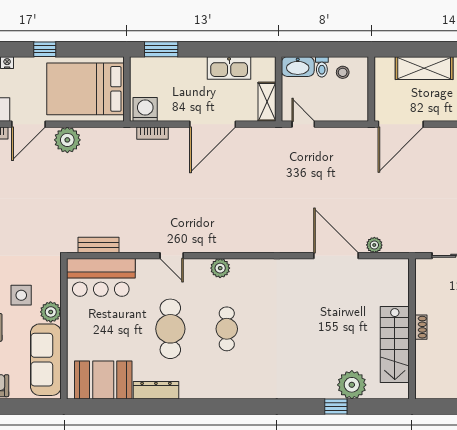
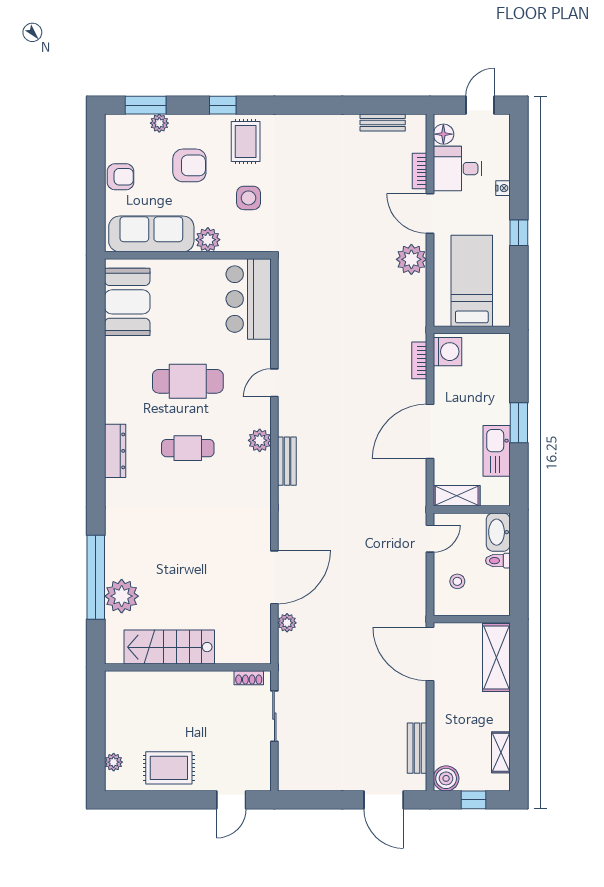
window: (161, 49) -> (519, 423), moved
shelving: (424, 68) -> (496, 657), moved
stool: (343, 72) -> (457, 581), moved
bed: (85, 89) -> (472, 281), width x0.67
door: (213, 124) -> (430, 431), hinge flipped
bench: (99, 245) -> (287, 461), moved
side table: (21, 295) -> (249, 198), moved
shoe rack: (421, 327) -> (249, 678), moved
dresser: (156, 390) -> (115, 451), moved
window: (336, 407) -> (96, 577), width x3.17

